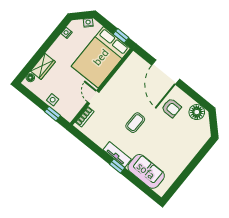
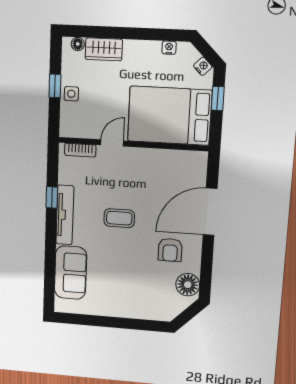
window: (121, 36) -> (218, 98), moved
window: (52, 114) -> (55, 86), moved
tv unit: (117, 155) -> (65, 215), width x1.41
window: (117, 166) -> (52, 197), moved

